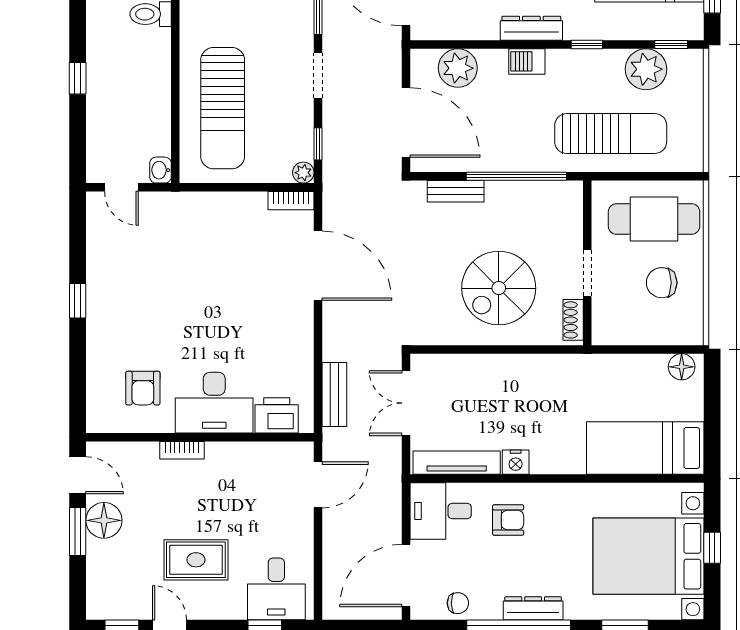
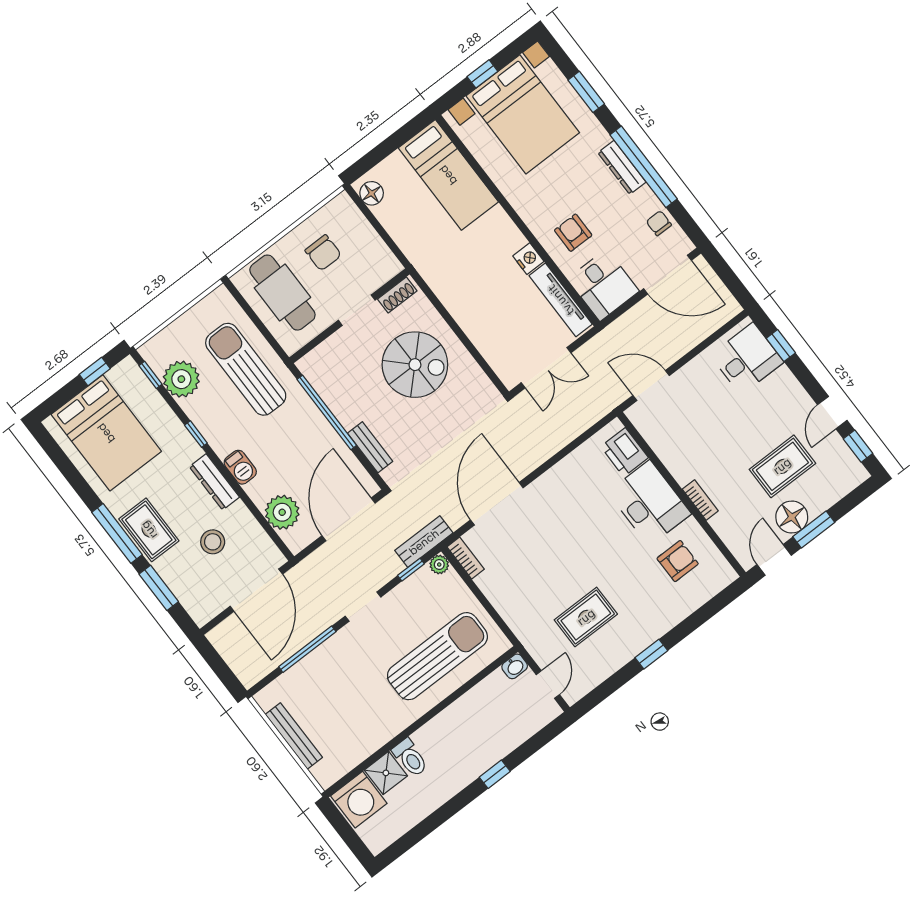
rug: (156, 268) -> (586, 617), added
bench: (334, 394) -> (424, 542), moved
rug: (196, 560) -> (782, 466), moved, turned 90

